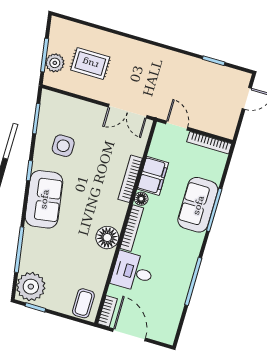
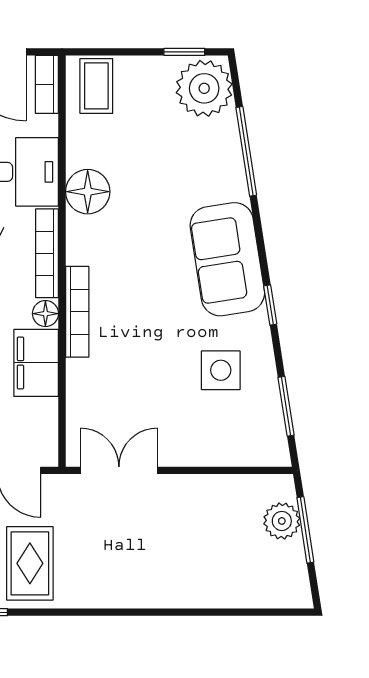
rug: (90, 64) -> (30, 563), moved, turned 90
bookcase: (130, 179) -> (77, 312), moved
floor lamp: (107, 238) -> (88, 192), moved

